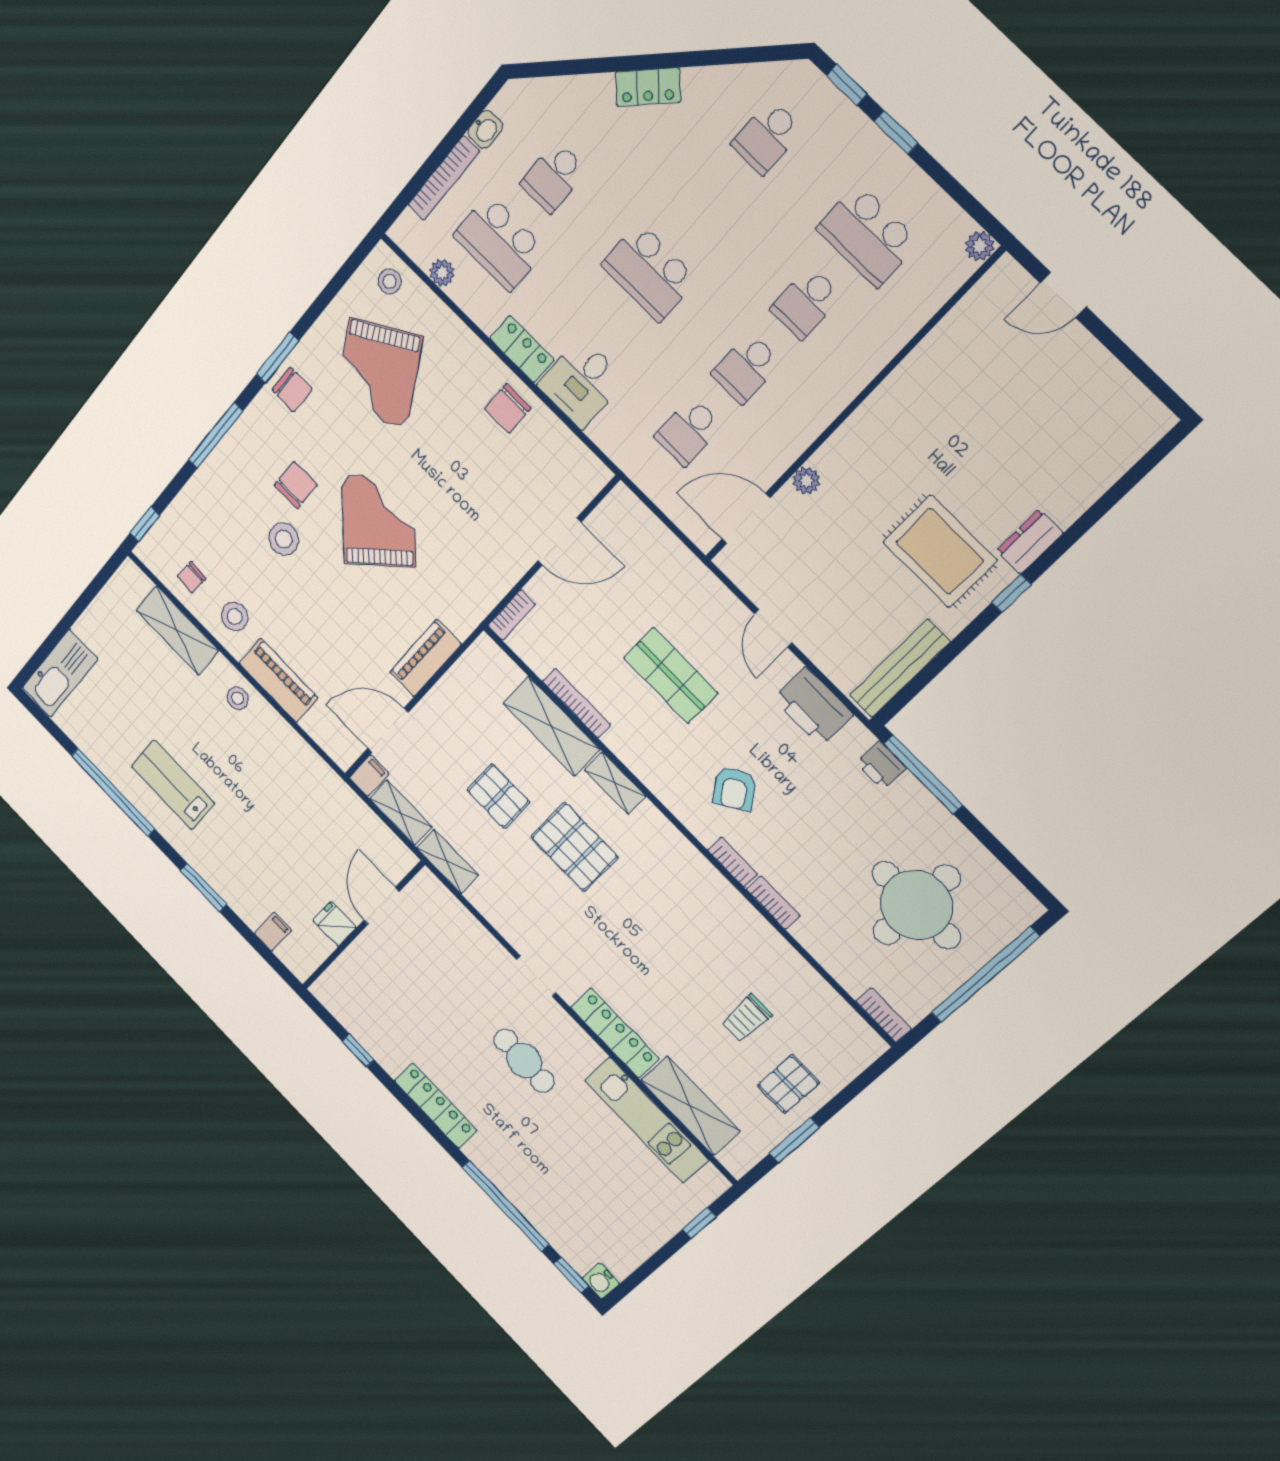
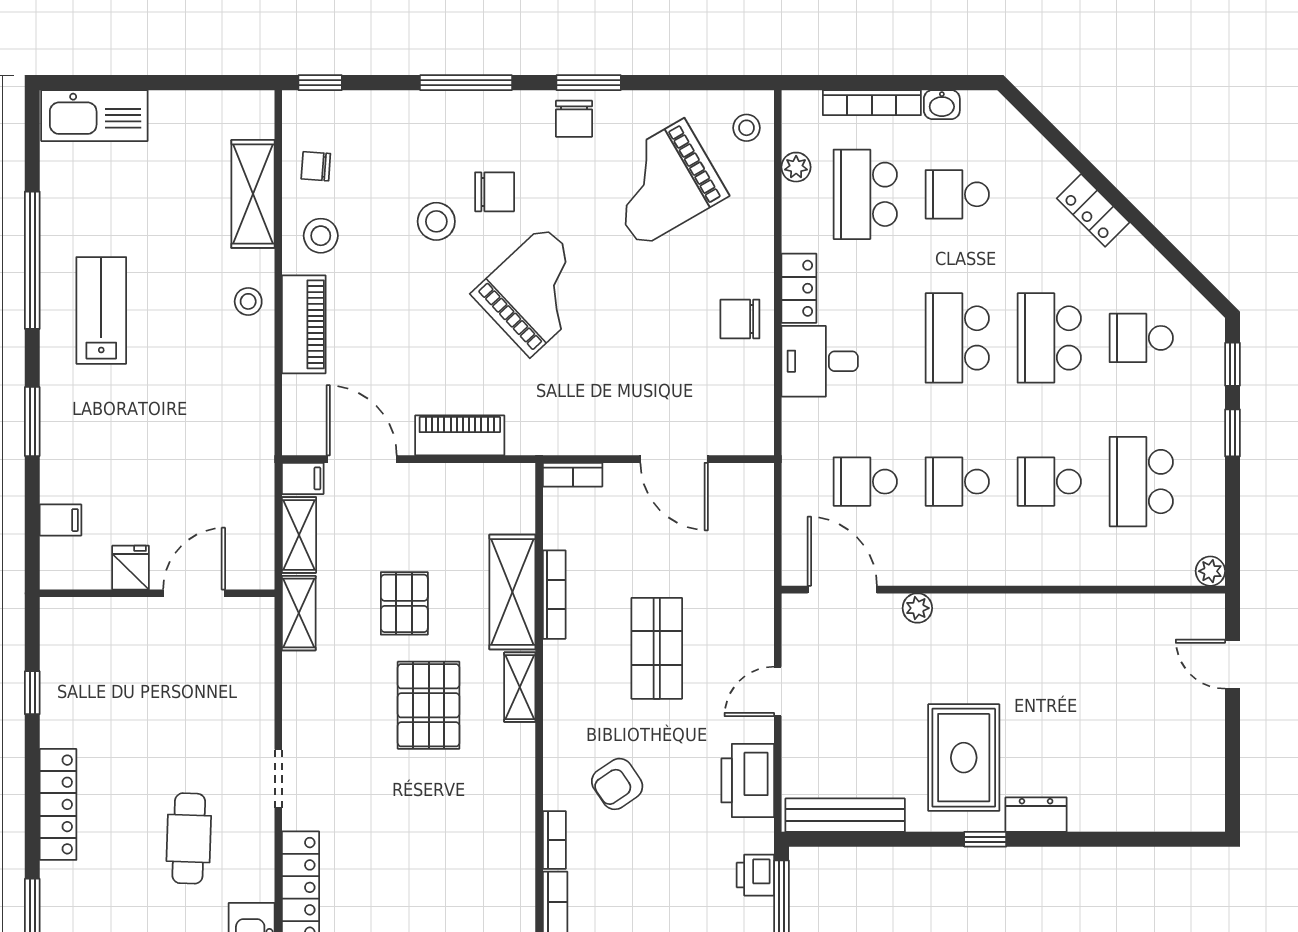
school desk: (707, 206) -> (1049, 338), added

